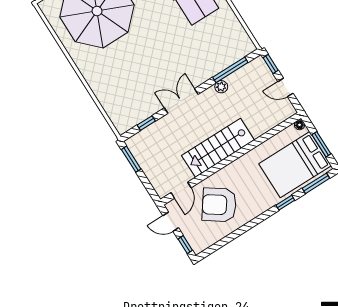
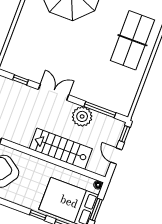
plant: (221, 87) -> (82, 116), width x1.87, depth x1.87
stairs: (218, 148) -> (61, 149), moved

